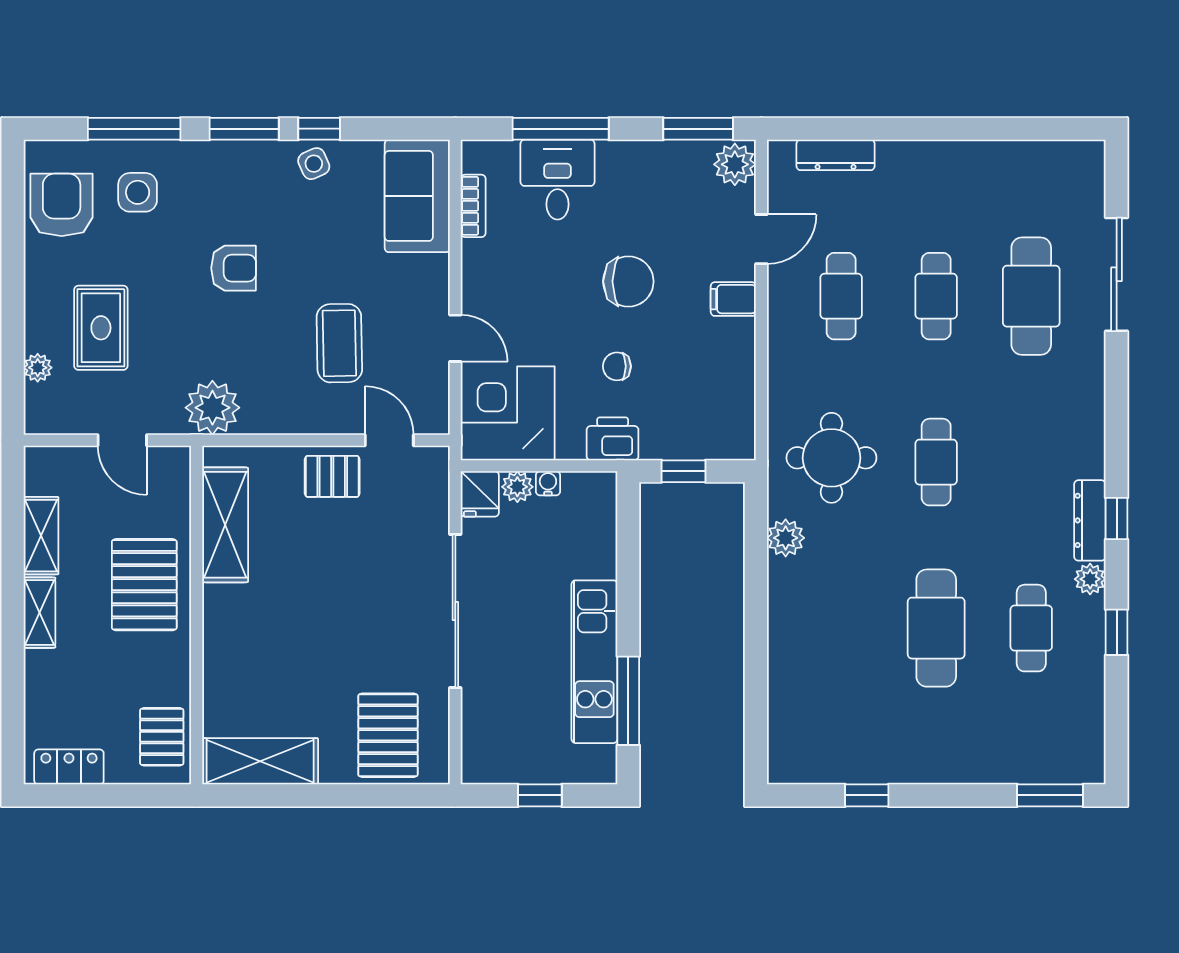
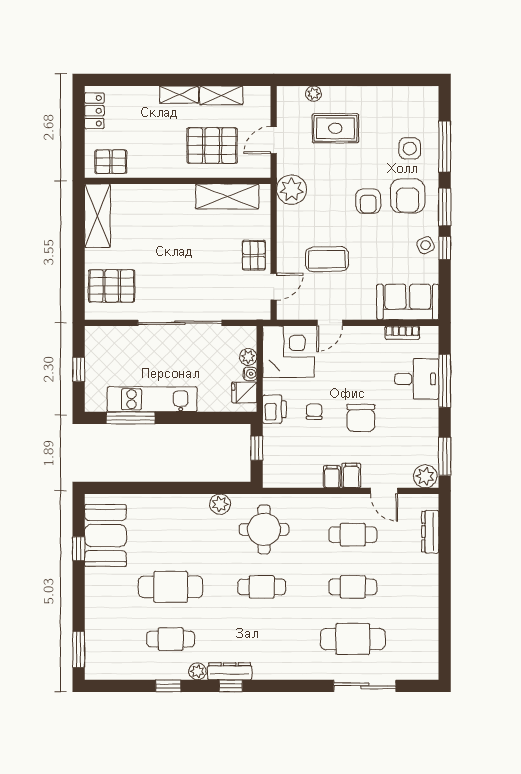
armchair: (62, 205) -> (408, 196), moved, turned 90
filing cabinet: (735, 334) -> (332, 477), added
fridge: (480, 494) -> (244, 392), moved
pallet: (144, 585) -> (212, 146), moved
booth: (843, 747) -> (105, 535), added

